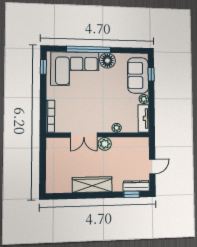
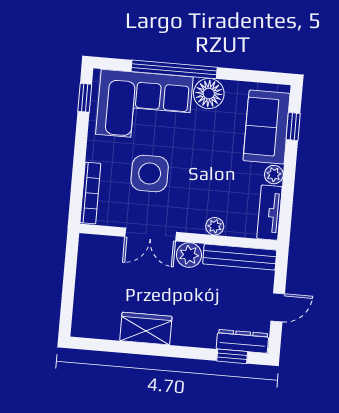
side table: (81, 103) -> (150, 173), added
bench: (131, 142) -> (240, 257), added
wardrobe: (92, 185) -> (146, 329), width x0.67

